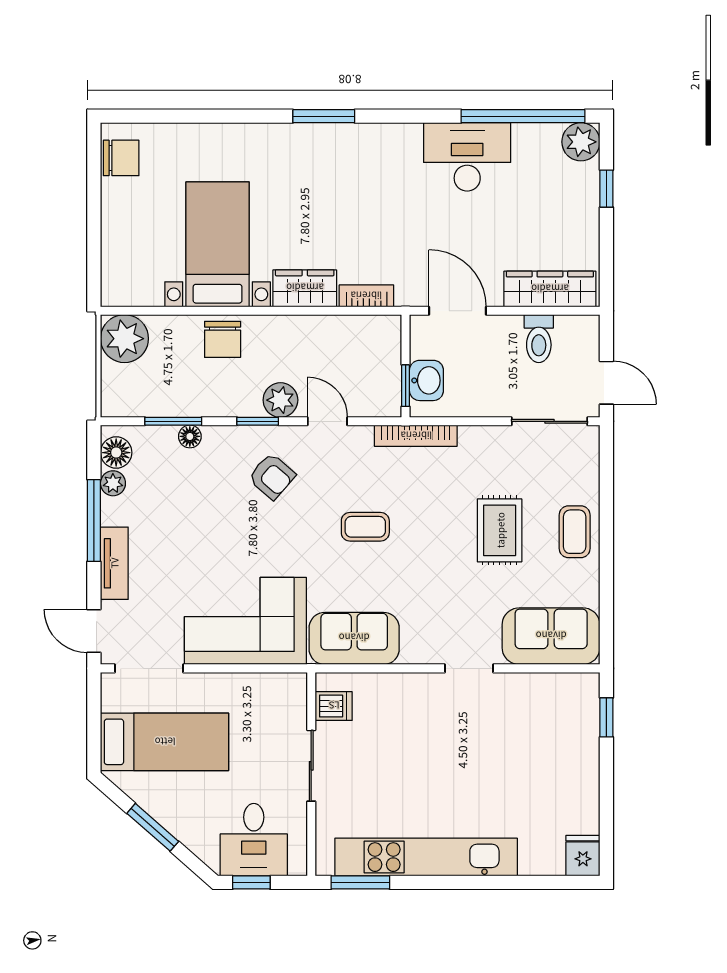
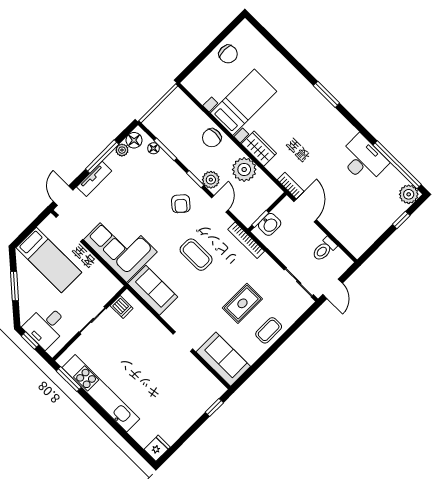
chair: (121, 158) -> (228, 54), moved
wardrobe: (550, 289) -> (346, 236), removed
bookcase: (366, 296) -> (291, 186), moved
plant: (124, 339) -> (244, 169), moved
floor lamp: (190, 436) -> (153, 148), moved
coffee table: (365, 527) -> (196, 255), width x1.36, depth x1.30

